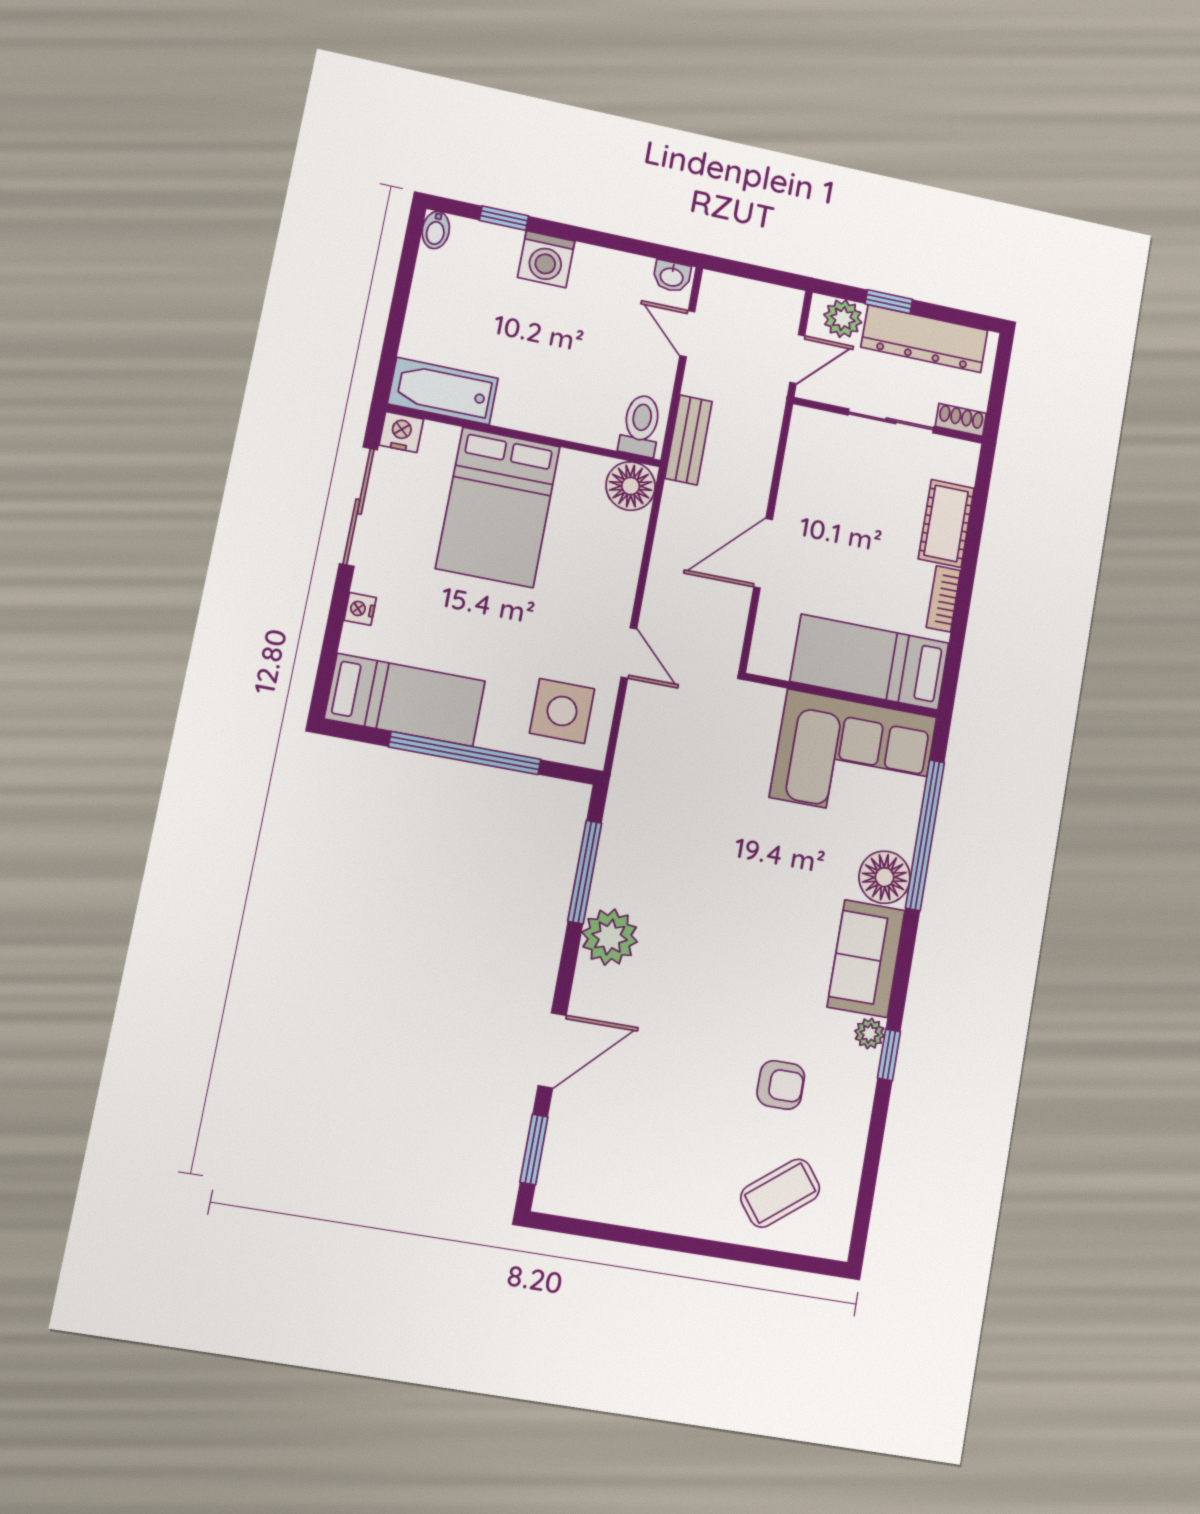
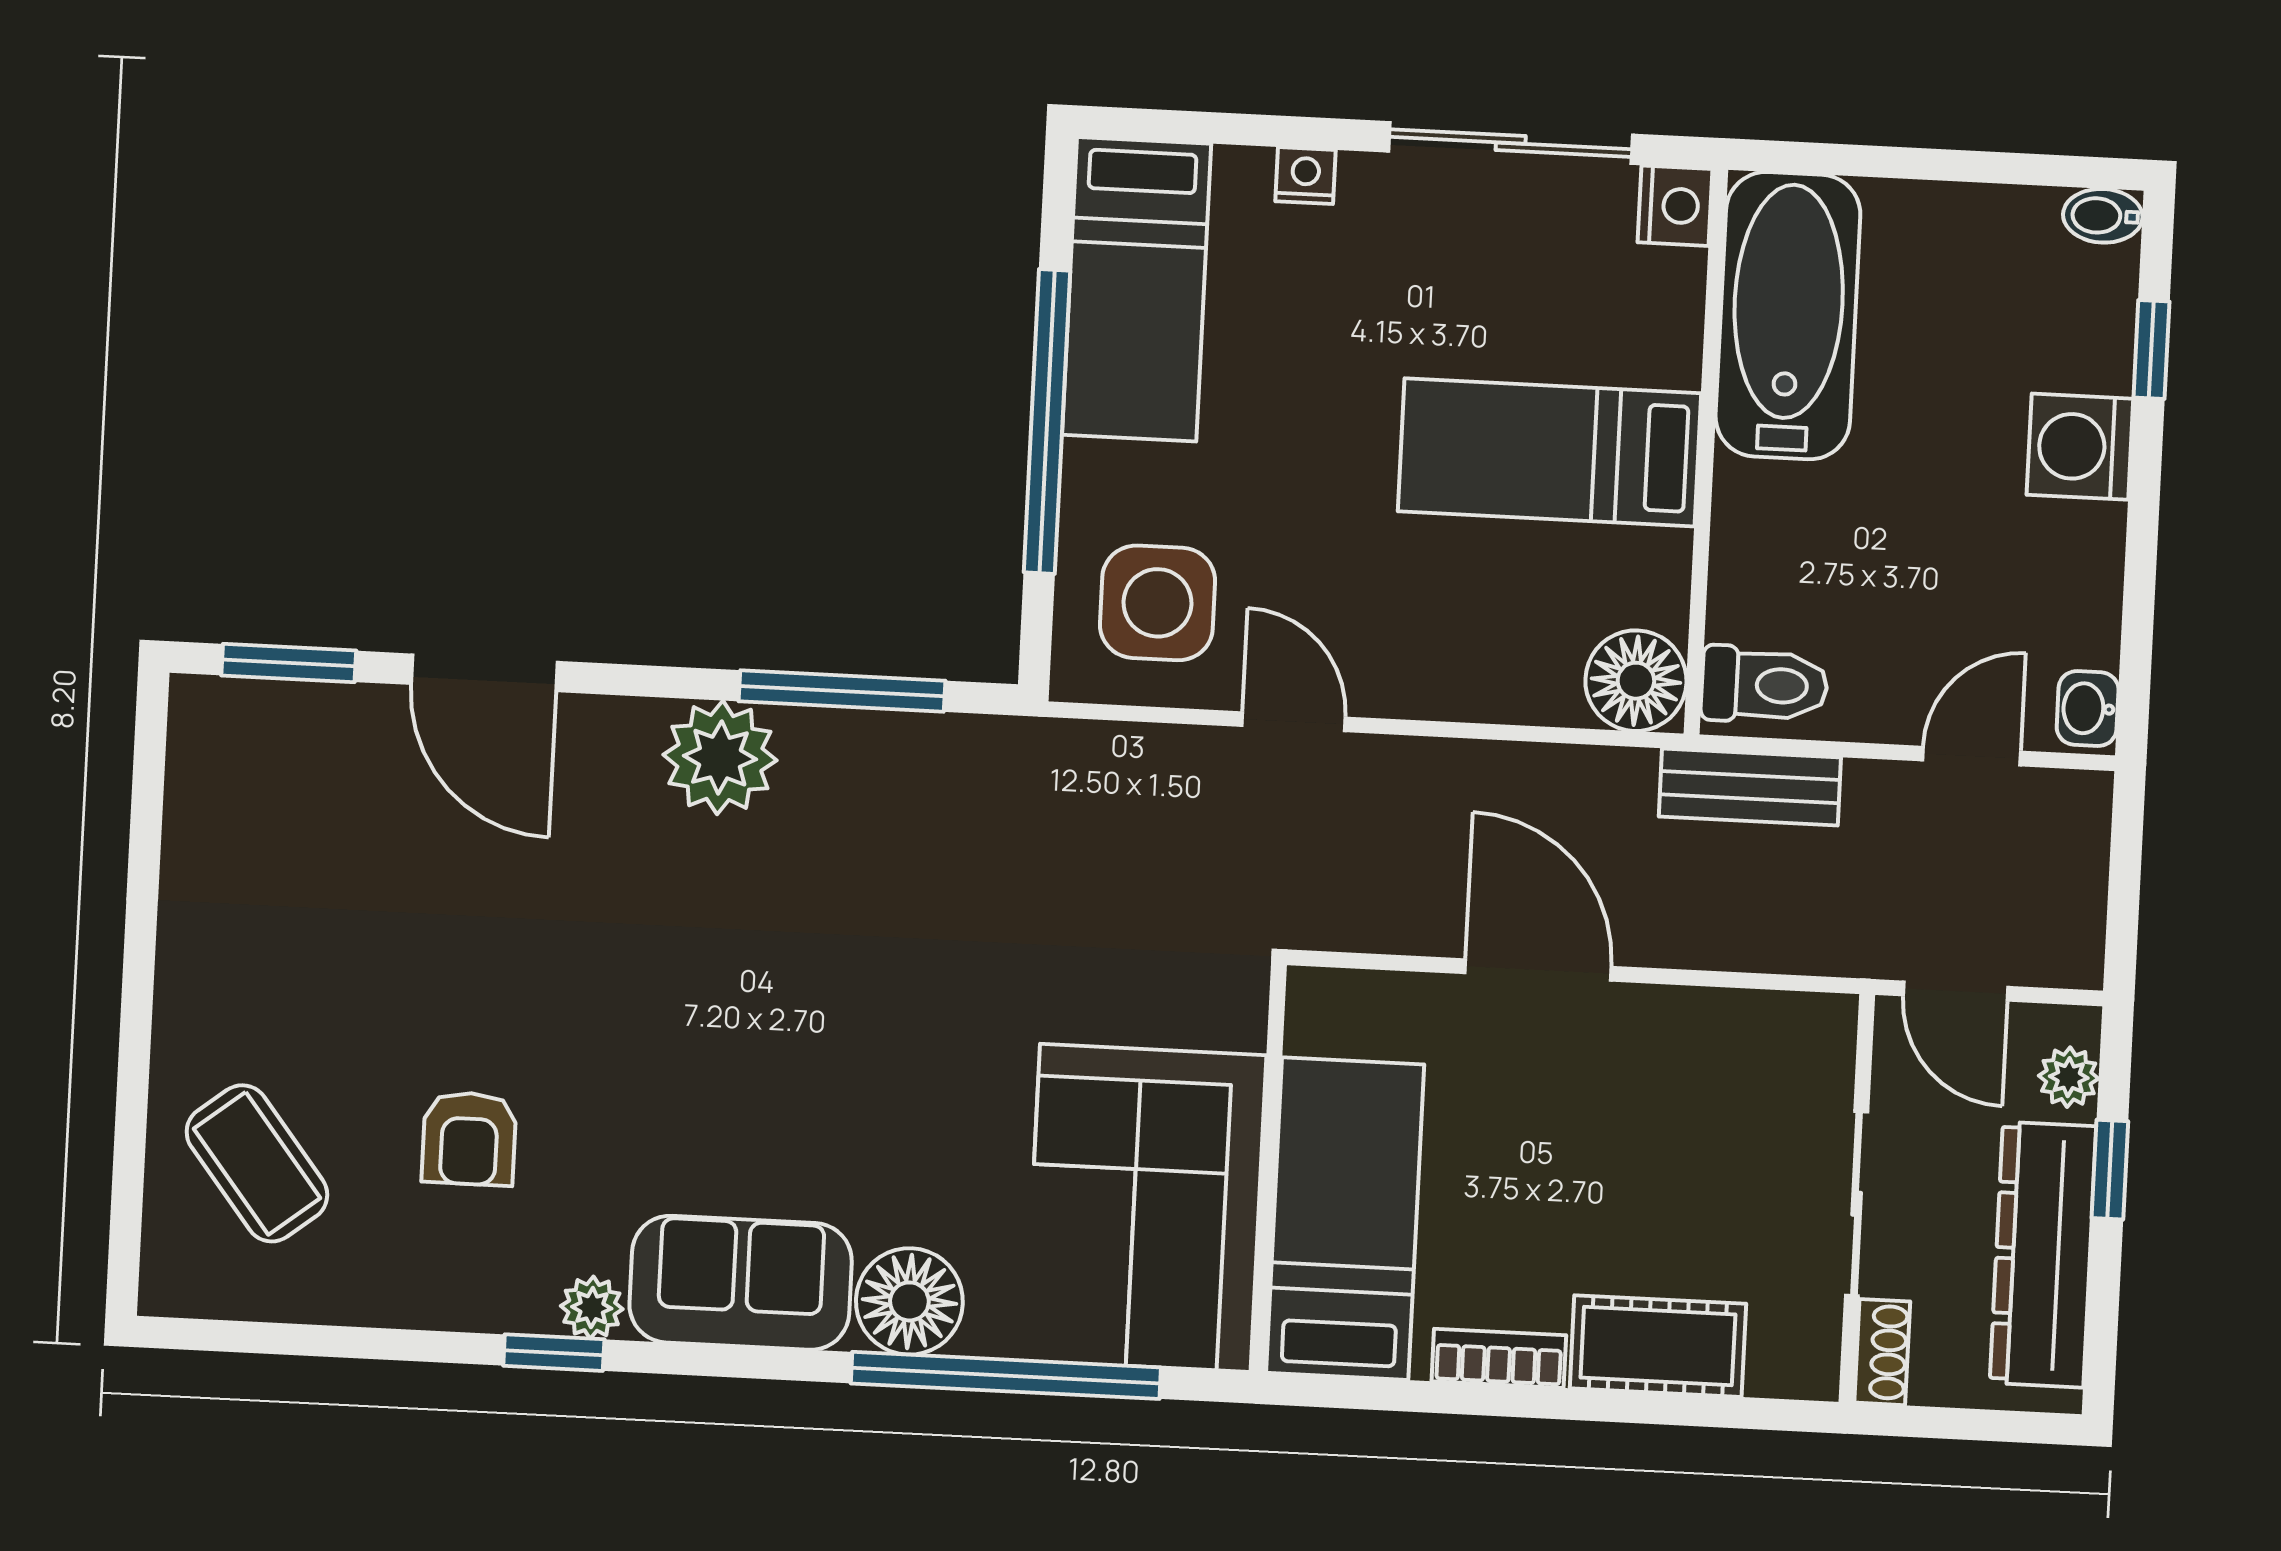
plant: (843, 319) -> (2069, 1077), width x0.73, depth x0.73
bathtub: (443, 391) -> (1788, 316), width x1.36, depth x1.36
bed: (498, 507) -> (1550, 452), width x0.67
door: (629, 653) -> (1294, 722), swing flipped

